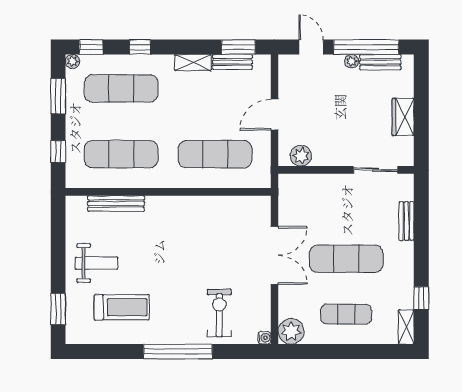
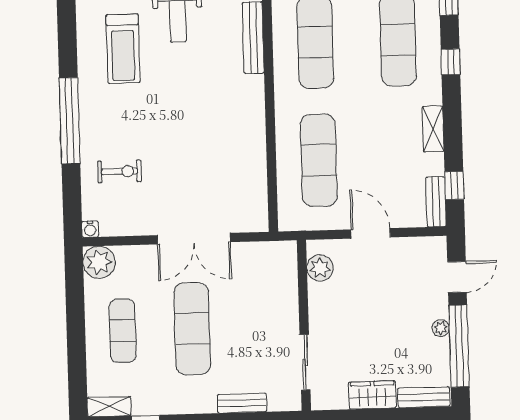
window: (238, 47) -> (454, 185), width x0.67
bench: (232, 62) -> (436, 202), moved
bench: (380, 62) -> (424, 397), moved, turned 90
exercise bike: (219, 313) -> (120, 171), width x0.73, depth x0.72

